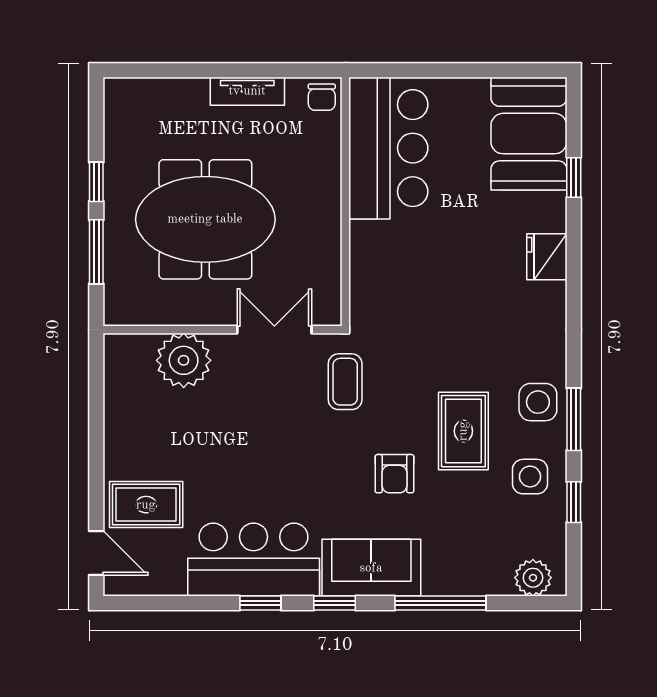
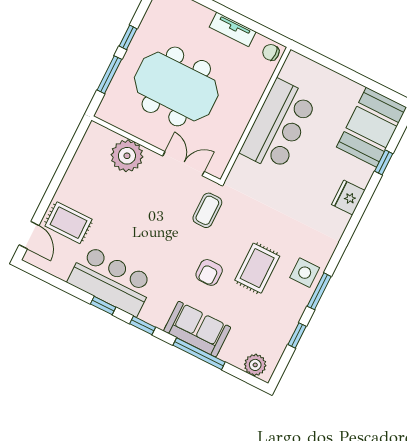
chair: (322, 97) -> (271, 52), turned 90
bar counter: (388, 148) -> (279, 126), moved
side table: (530, 477) -> (281, 310), removed
sofa: (371, 568) -> (197, 329), moved

